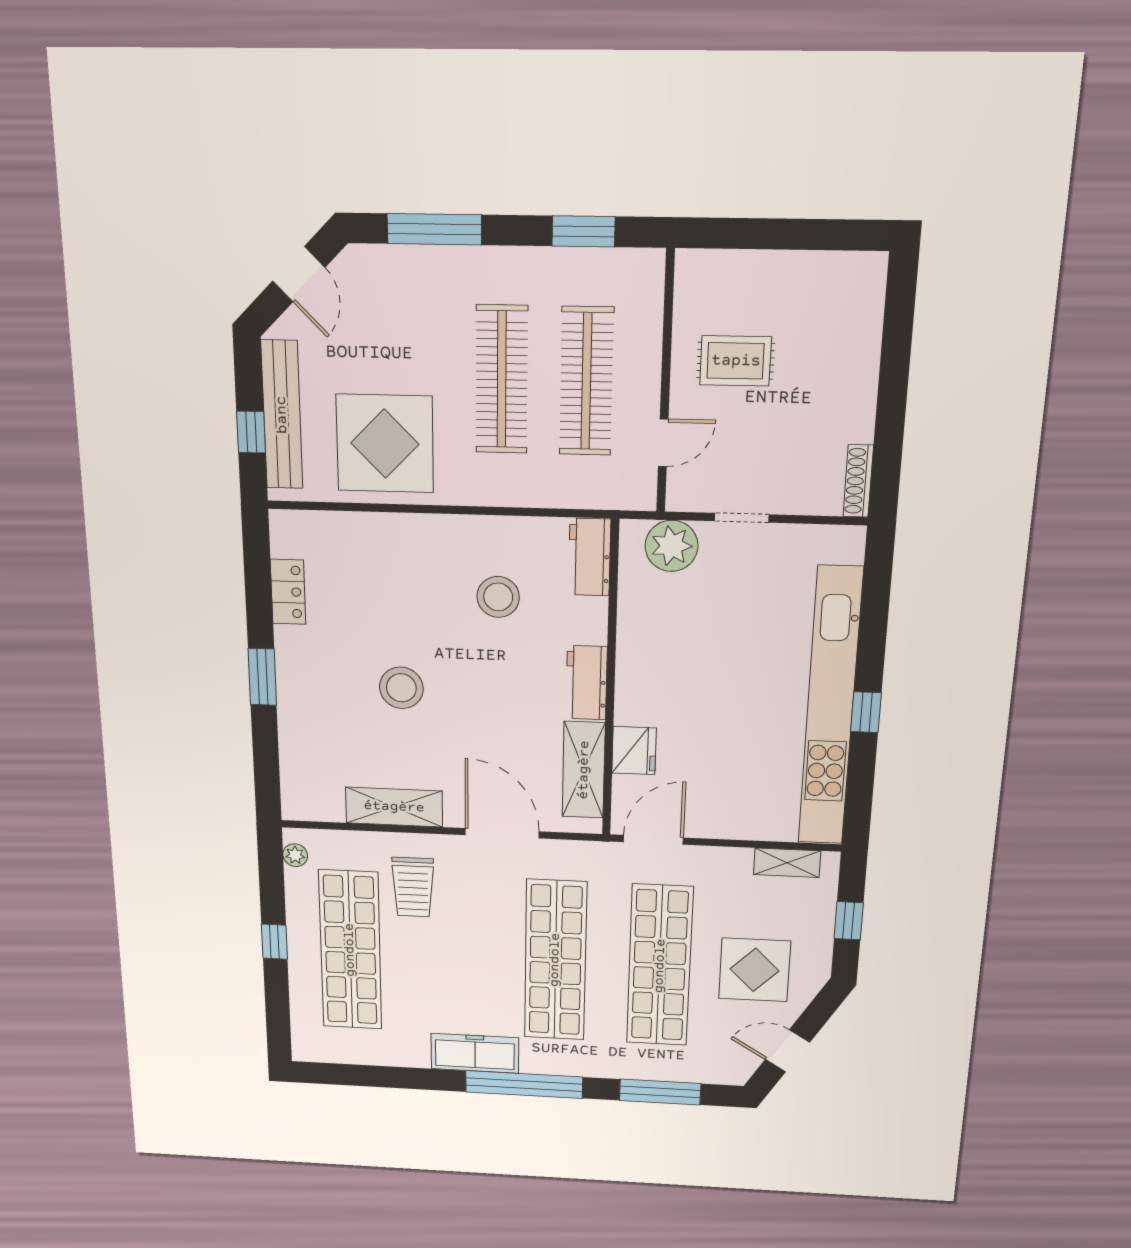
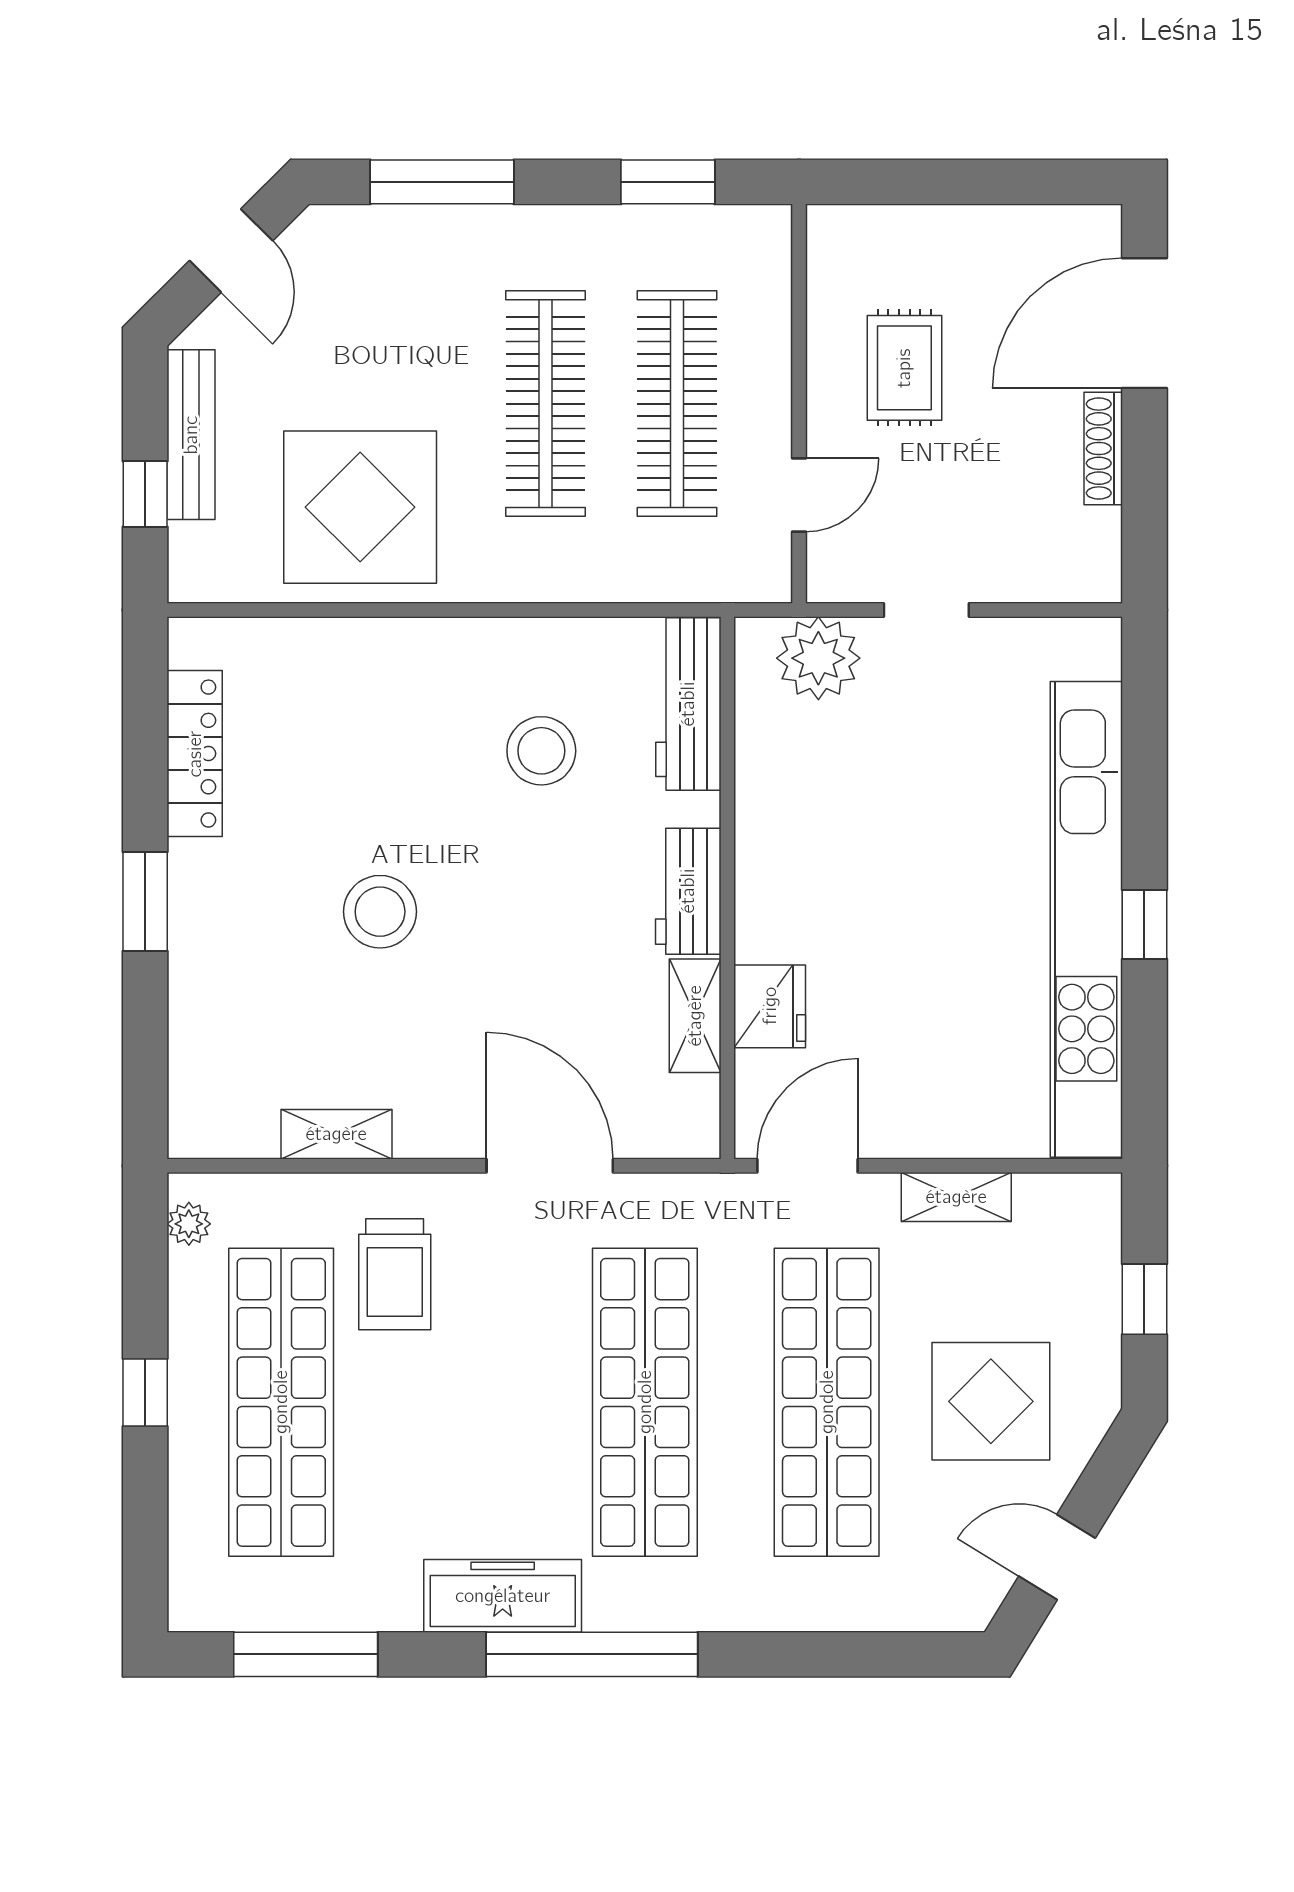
door: (897, 334) -> (1144, 323), added
rug: (736, 361) -> (904, 368), turned 90
bench: (282, 415) -> (191, 435), width x0.73, depth x0.82
shoe rack: (858, 481) -> (1103, 449), moved
workbench: (590, 557) -> (688, 704), width x1.38
locker: (288, 592) -> (195, 754), width x1.53
shelving: (584, 770) -> (695, 1016), width x0.67, depth x0.75
shelving: (394, 807) -> (336, 1134), width x0.67, depth x0.75
shelving: (787, 863) -> (956, 1197), moved
window: (660, 1092) -> (306, 1654), moved

